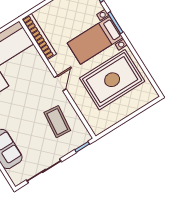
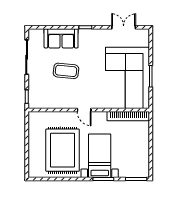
coffee table: (57, 122) -> (66, 71), moved

